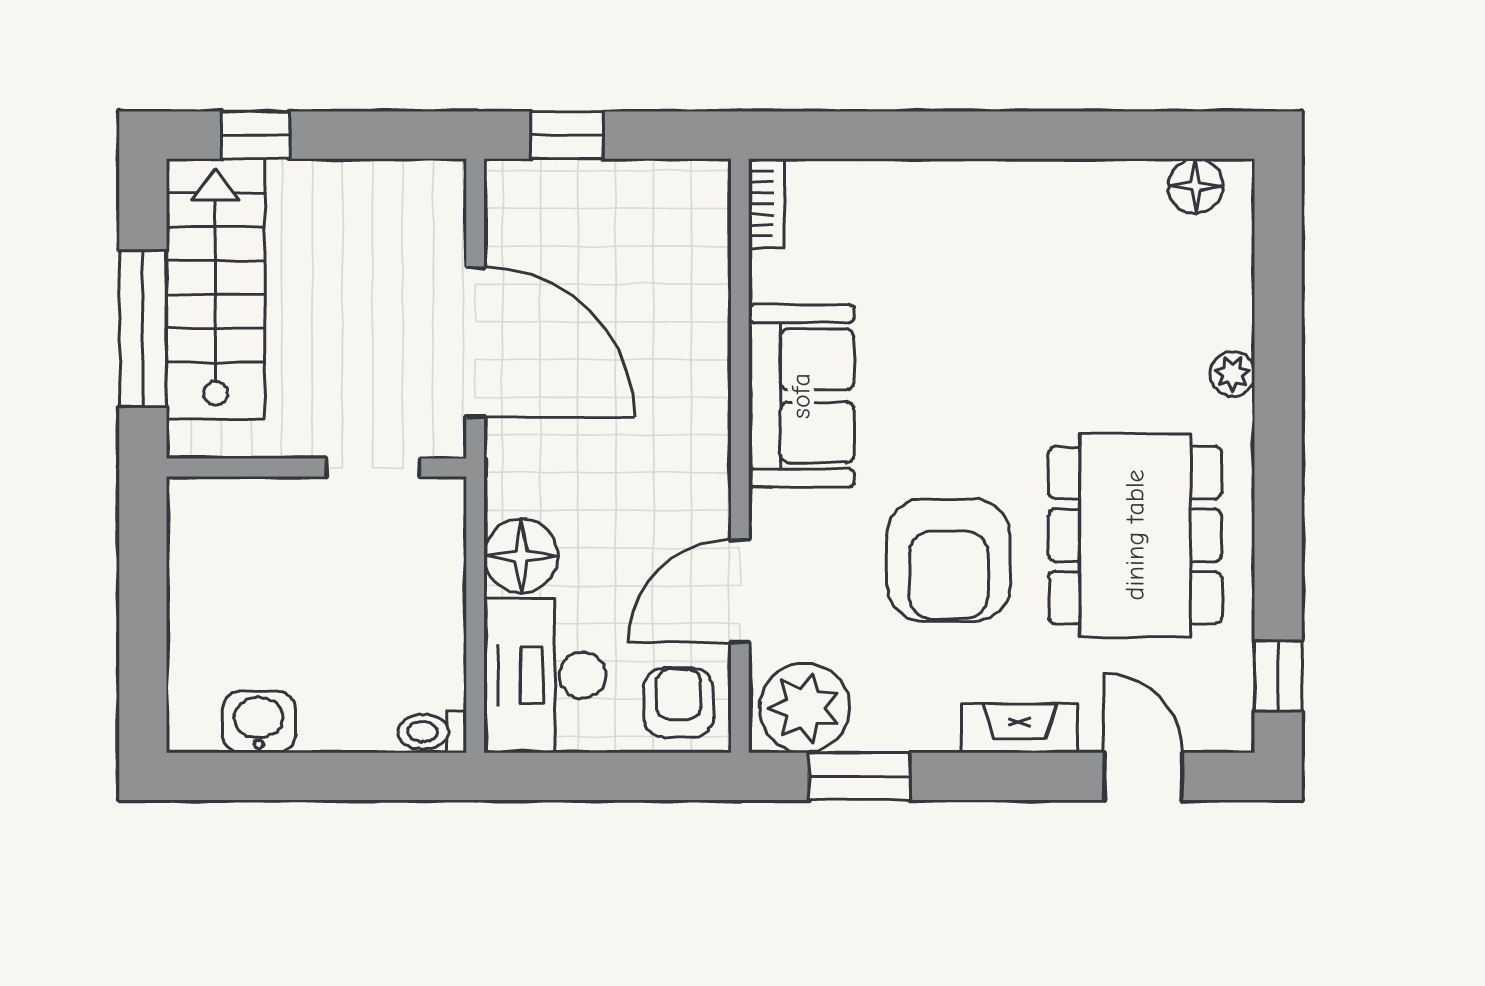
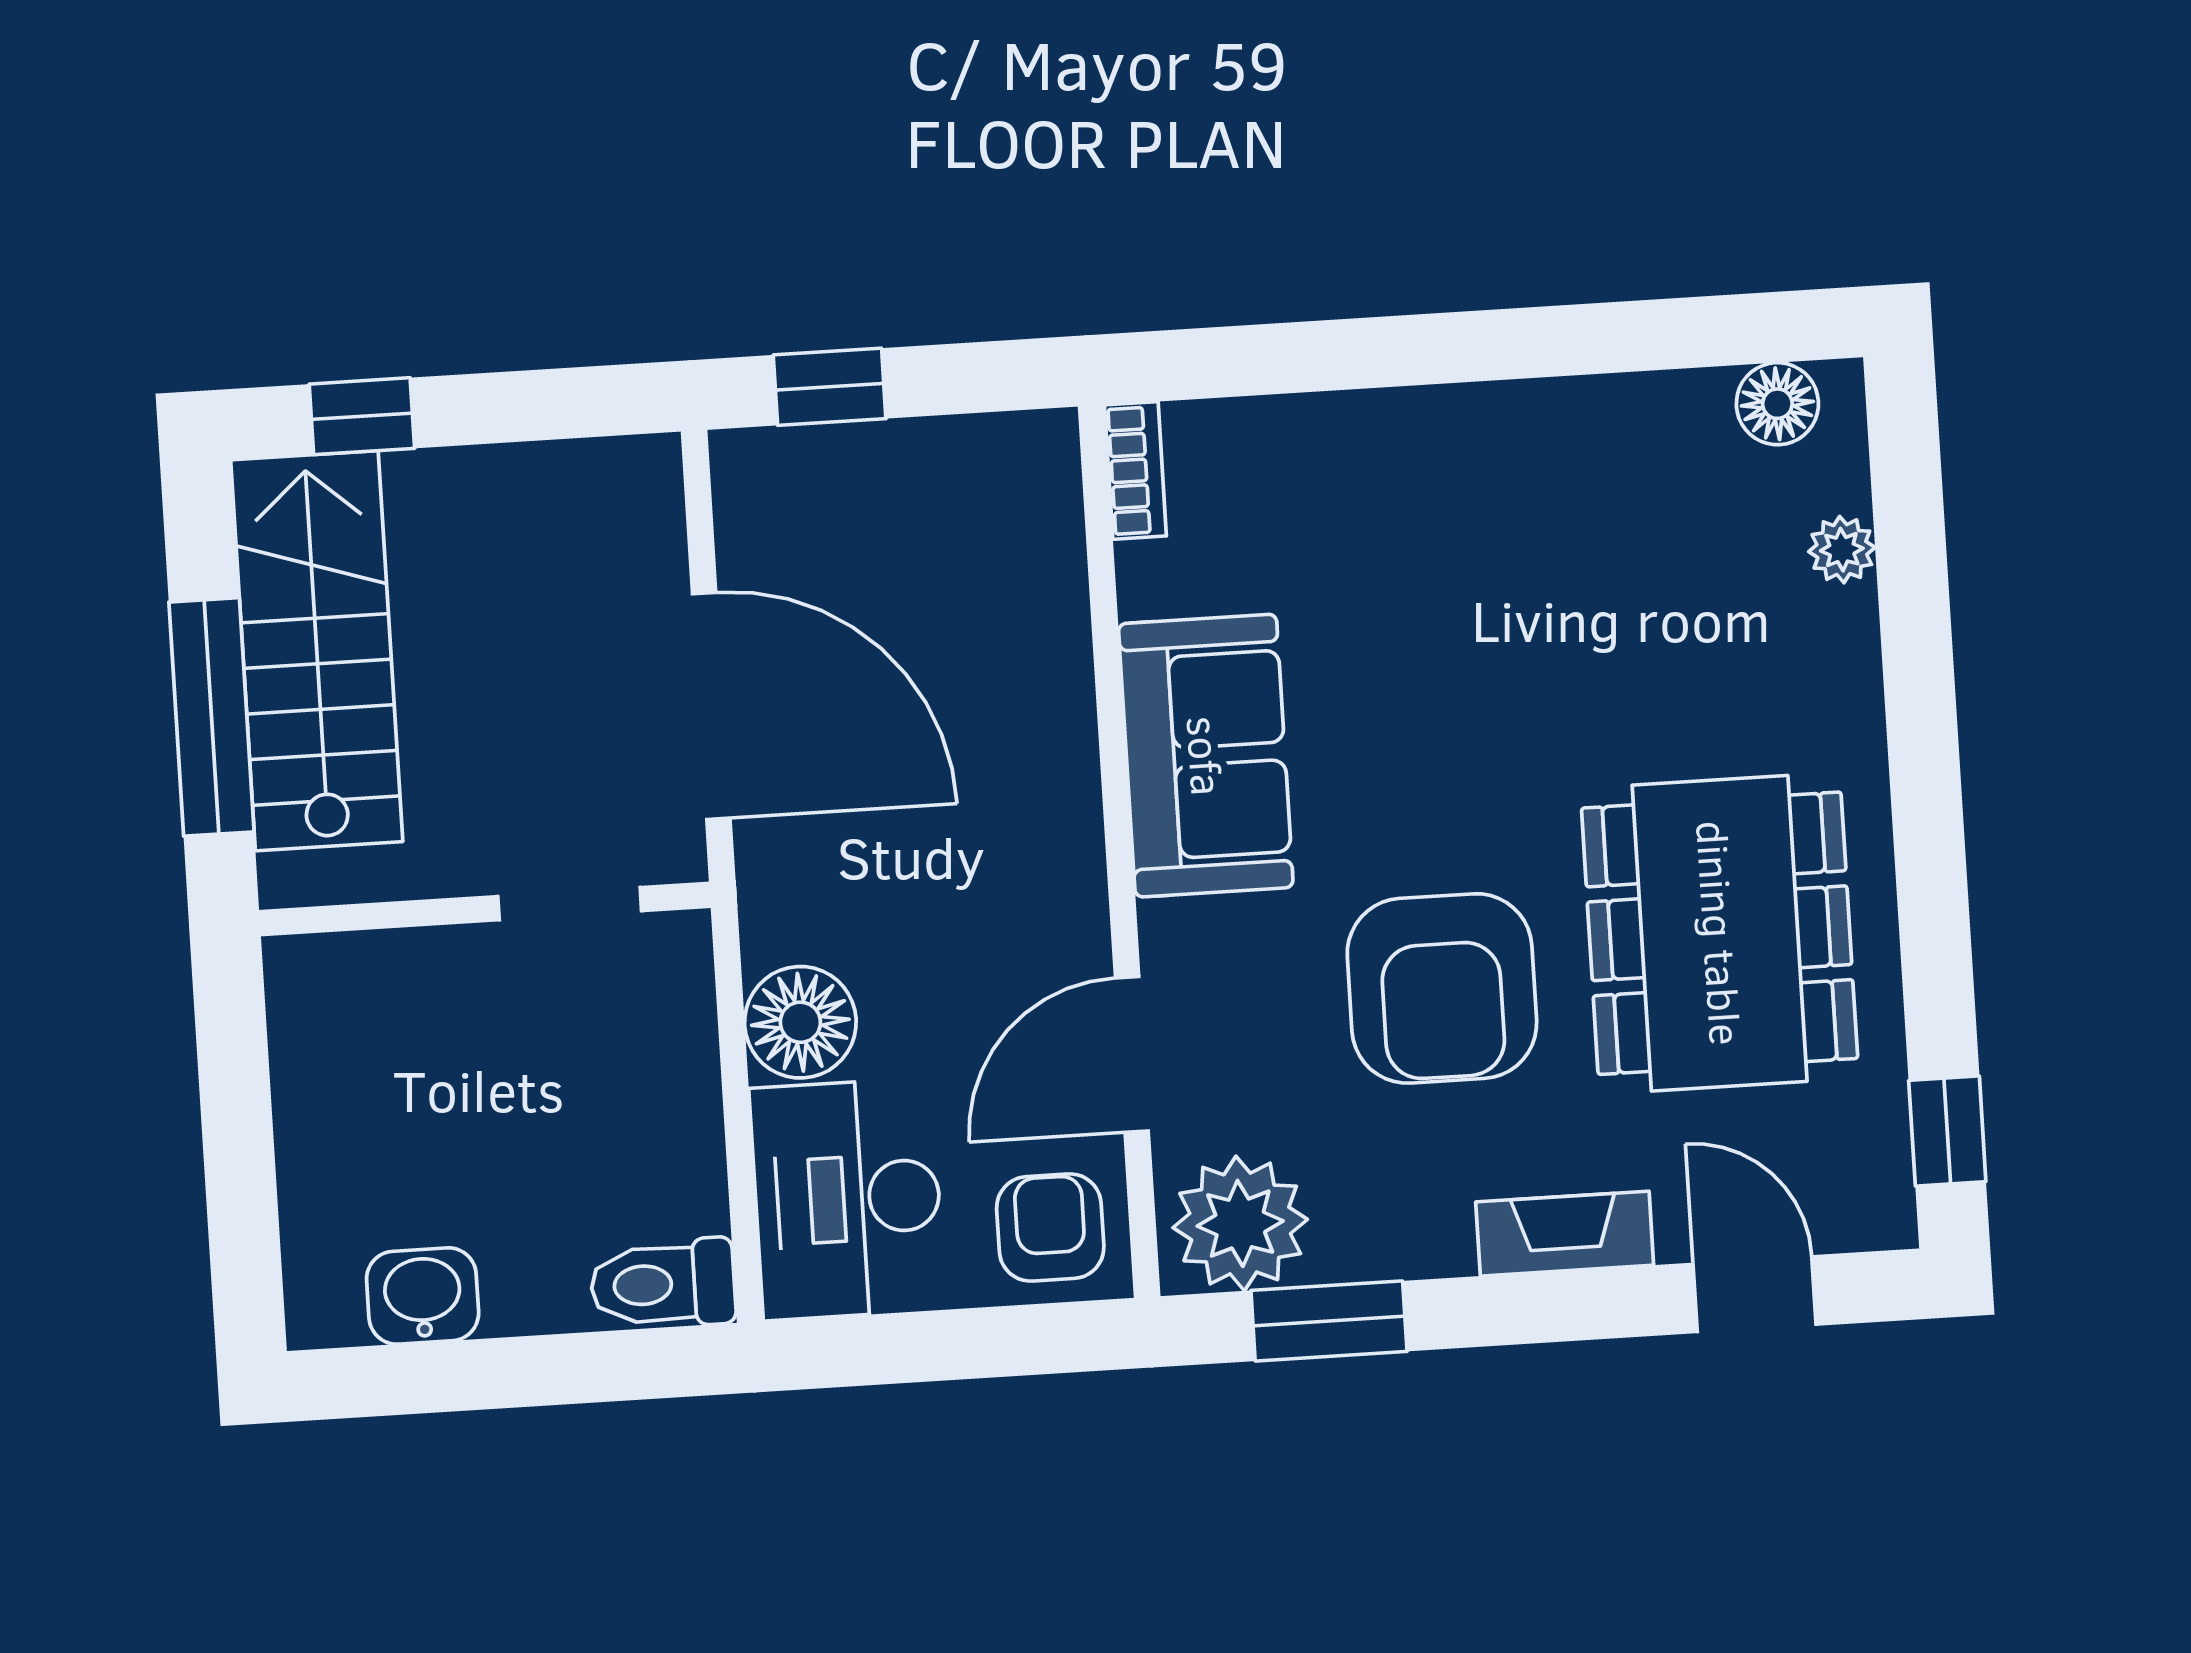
plant: (1232, 374) -> (1842, 550), moved
toilet: (432, 732) -> (663, 1284), width x1.37, depth x1.39

